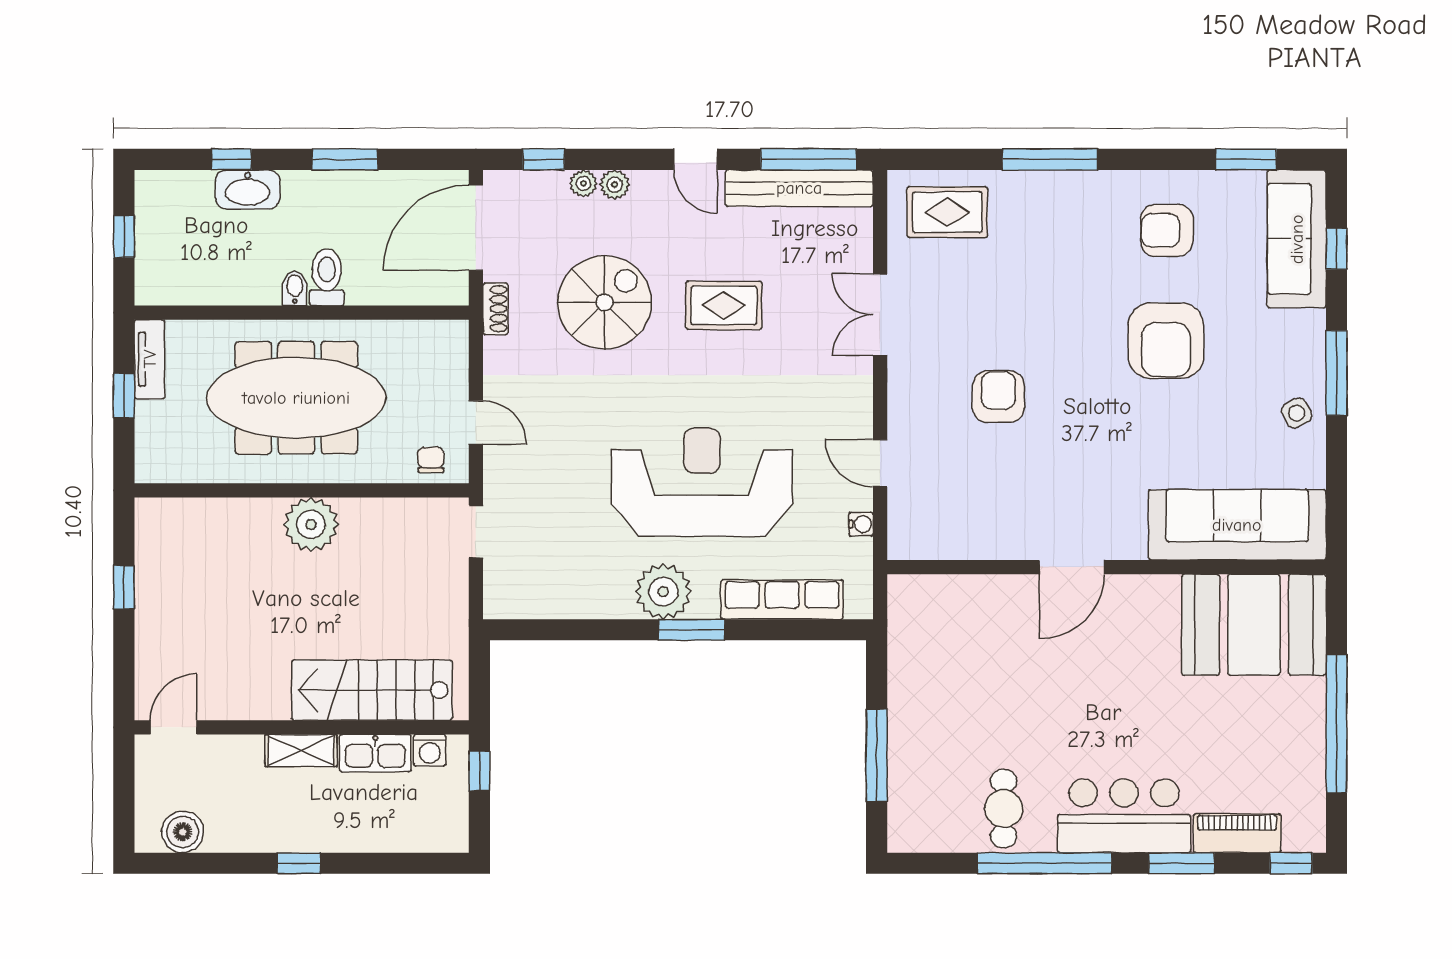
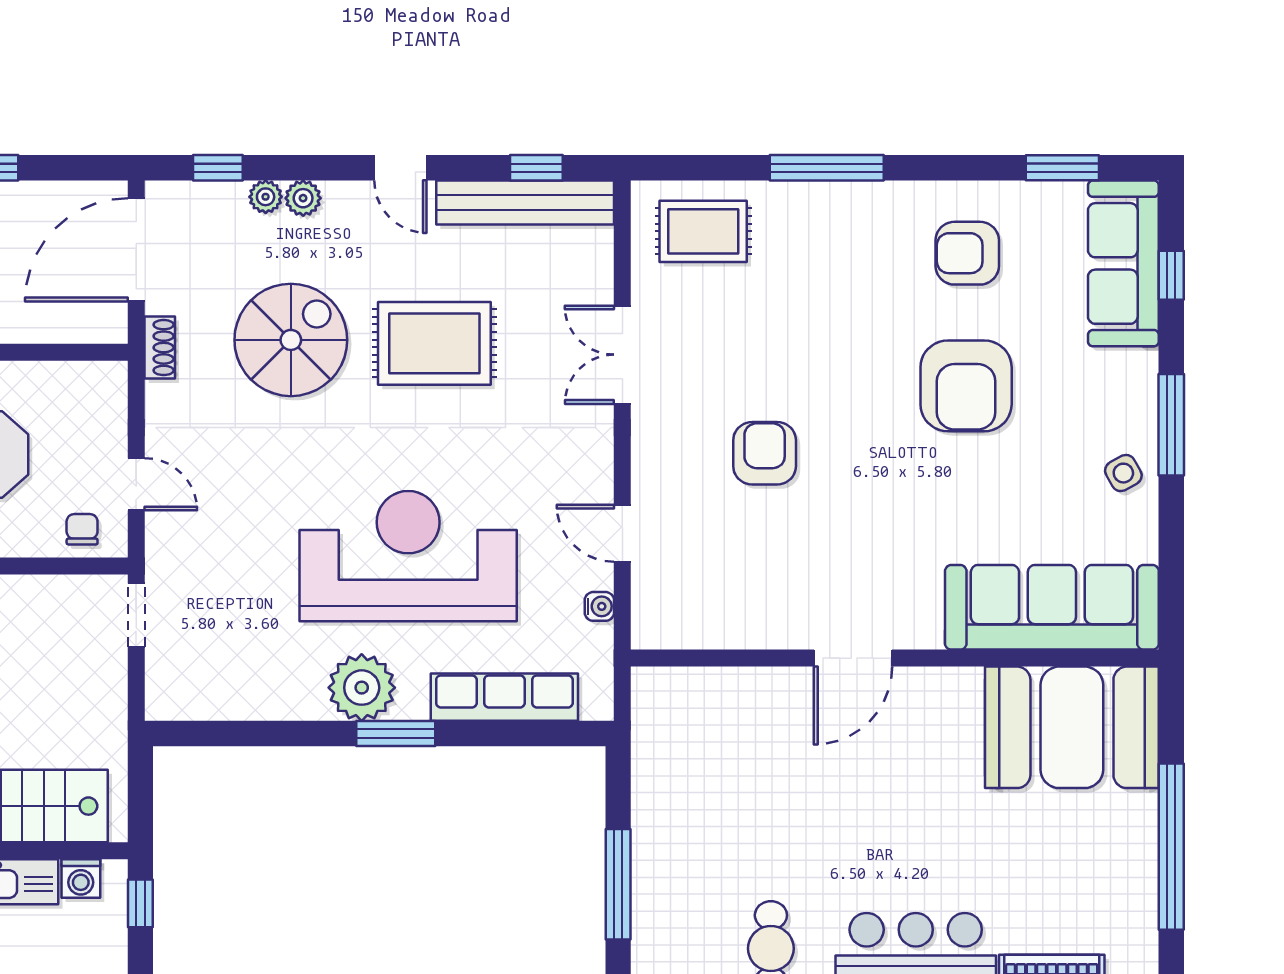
window: (809, 159) -> (536, 168), width x0.46
rug: (724, 305) -> (434, 343), width x1.36, depth x1.43

